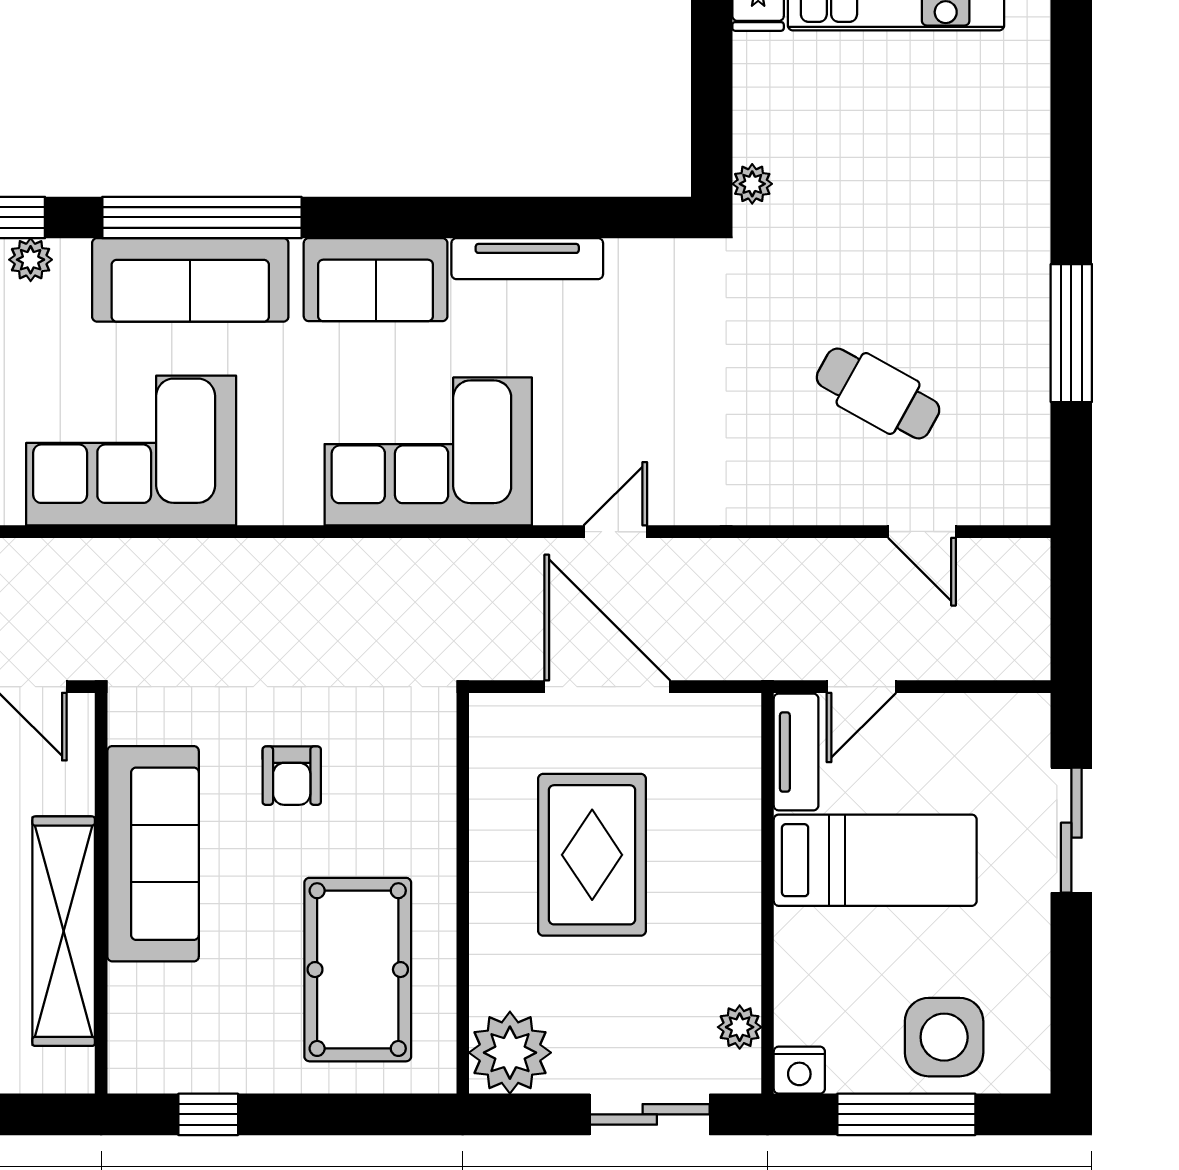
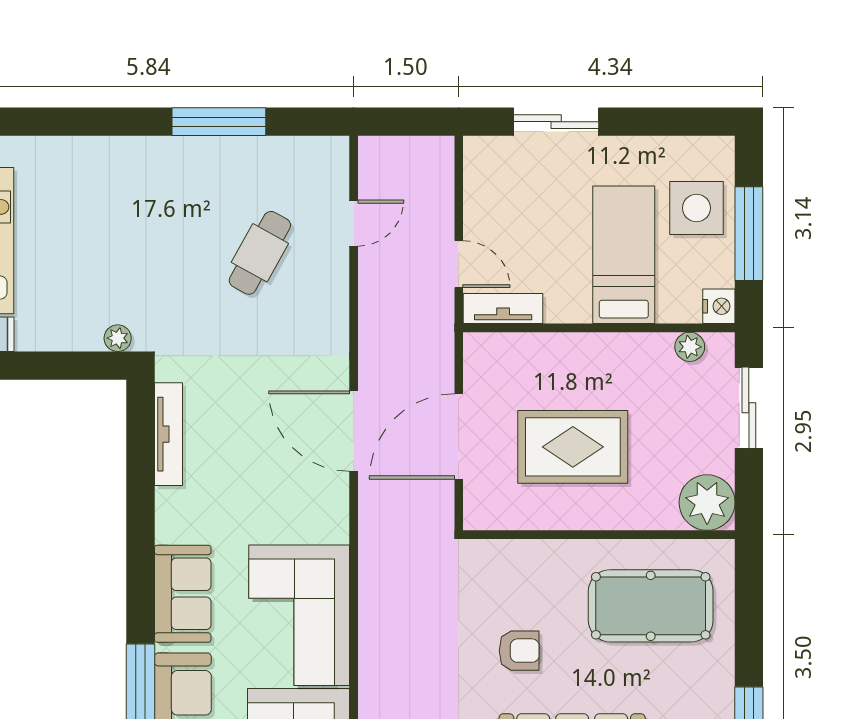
tv unit: (527, 259) -> (168, 434), moved
corner sofa: (428, 451) -> (299, 615), moved
door: (615, 532) -> (354, 431), width x1.88
bed: (875, 860) -> (624, 255), moved

